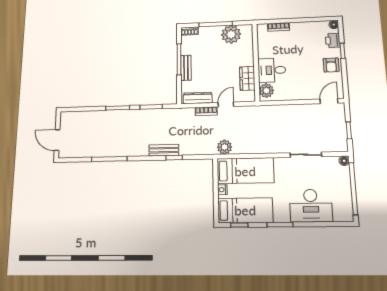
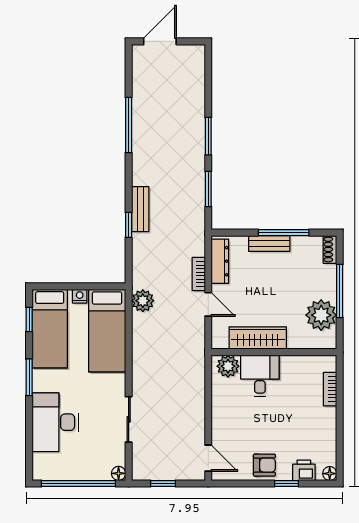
armchair: (331, 65) -> (264, 465), turned 180
wardrobe: (247, 78) -> (258, 338), width x1.50

